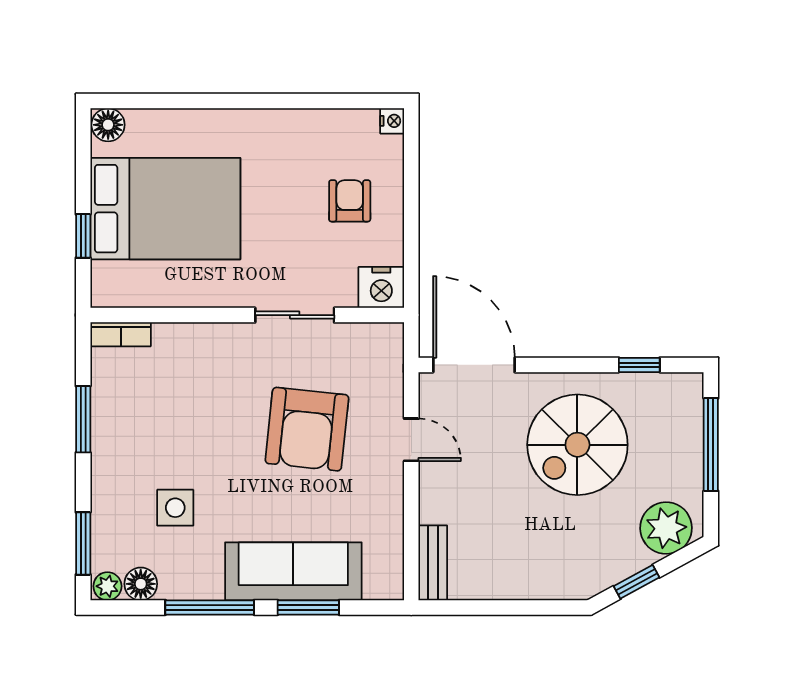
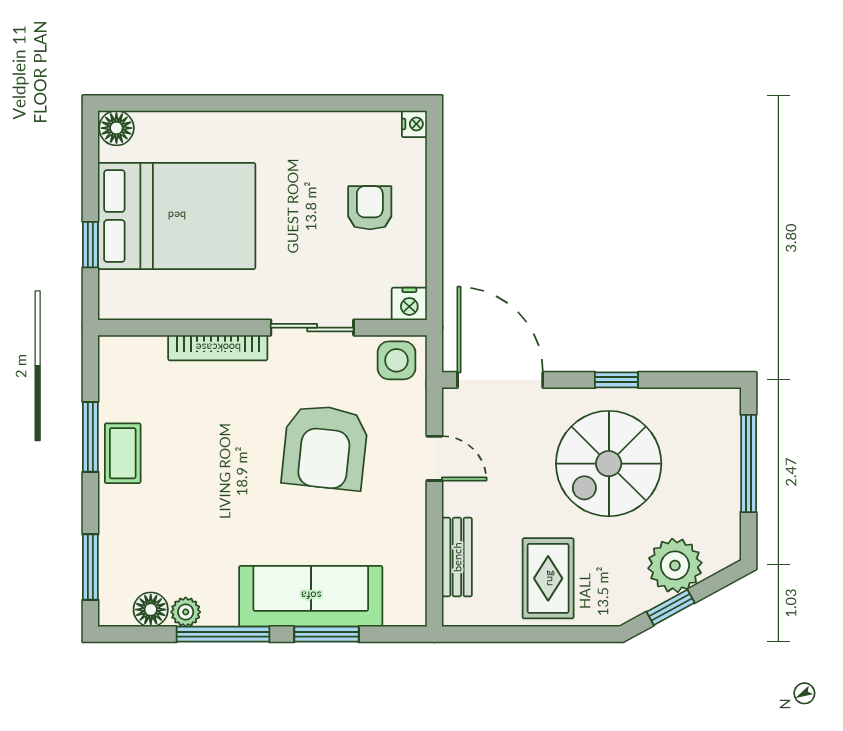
nightstand: (381, 287) -> (409, 304), width x0.74, depth x0.75
bookcase: (121, 334) -> (218, 348), moved, width x1.56
window: (639, 365) -> (616, 380), moved
coffee table: (114, 435) -> (123, 453), added
side table: (175, 508) -> (396, 360), moved
plant: (666, 528) -> (675, 565), moved
rug: (520, 554) -> (548, 578), added
bench: (433, 563) -> (457, 557), moved
plant: (107, 586) -> (186, 612), moved

